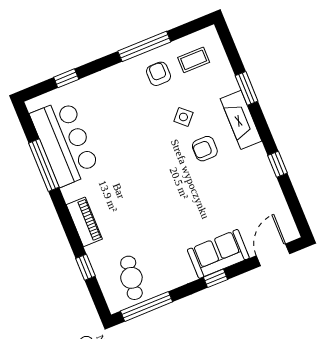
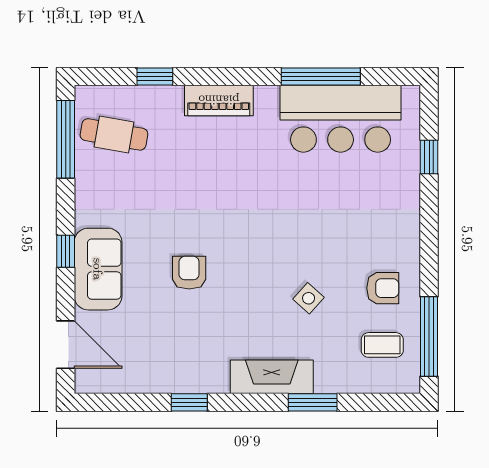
window: (144, 46) -> (429, 336), moved
coffee table: (194, 60) -> (382, 345), turned 90
armchair: (205, 149) -> (189, 273), moved

